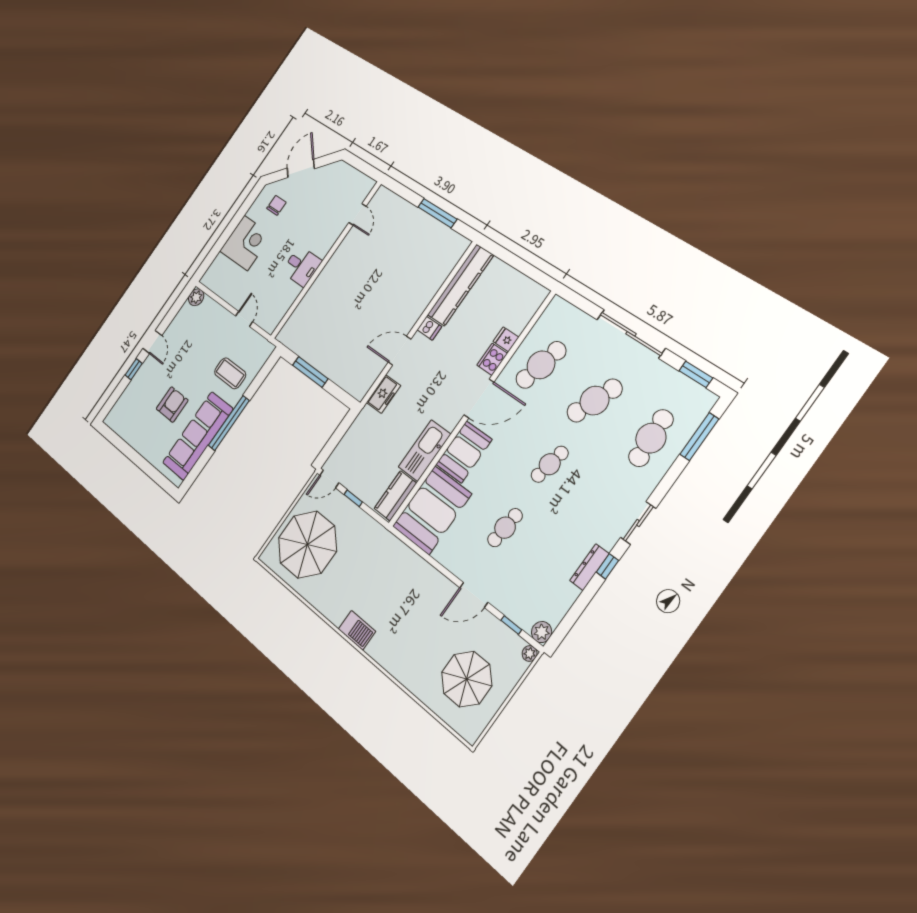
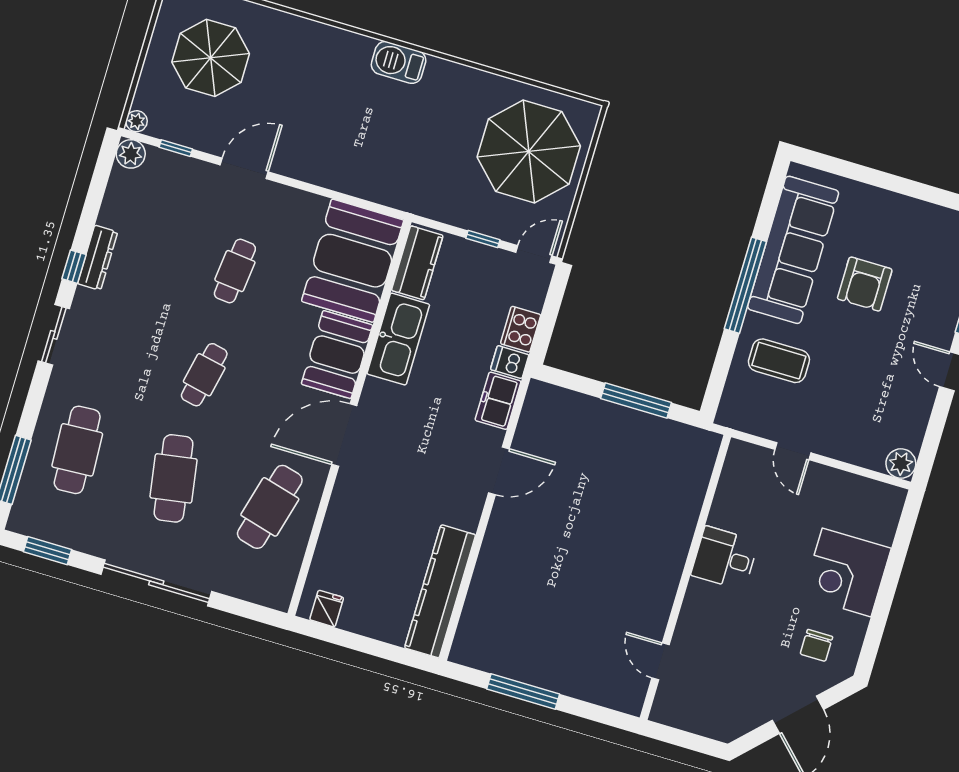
dishwasher: (429, 328) -> (510, 362), moved
fridge: (506, 339) -> (327, 609), moved, turned -90
cooker: (492, 359) -> (521, 329), moved, turned 180
cafe table: (595, 401) -> (174, 478), turned -33

